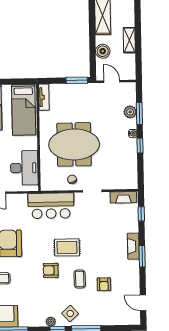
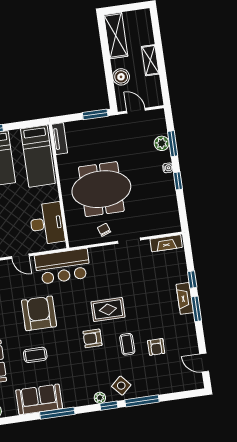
bar counter: (51, 206) -> (63, 266), moved
window: (141, 214) -> (192, 280), moved

